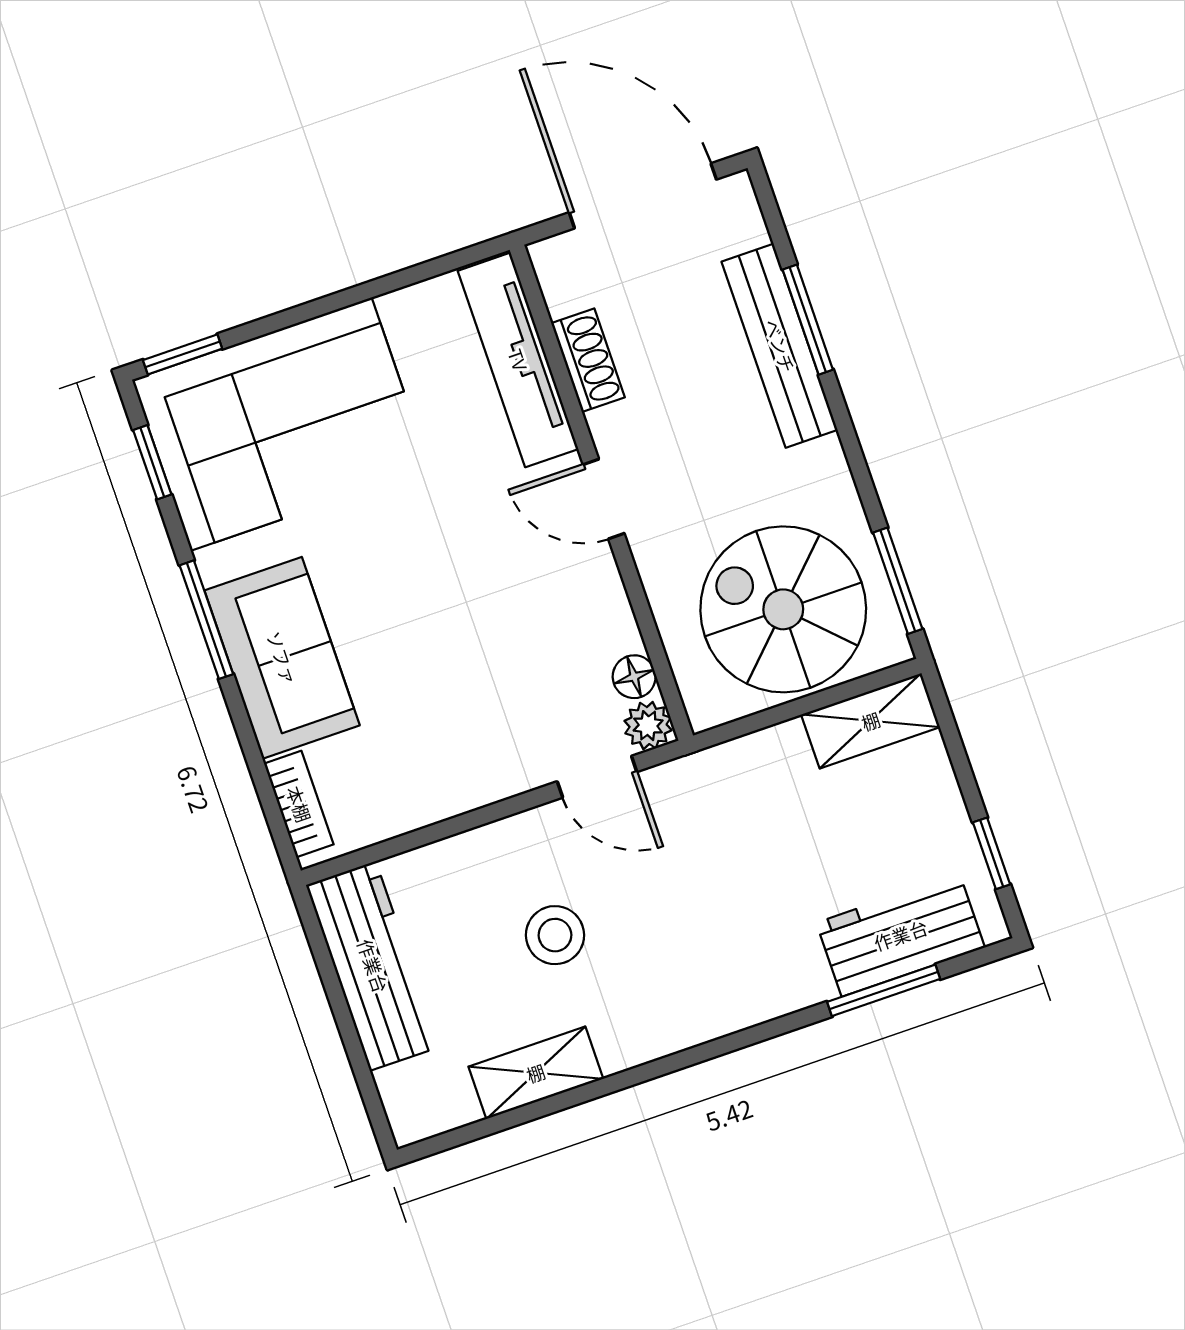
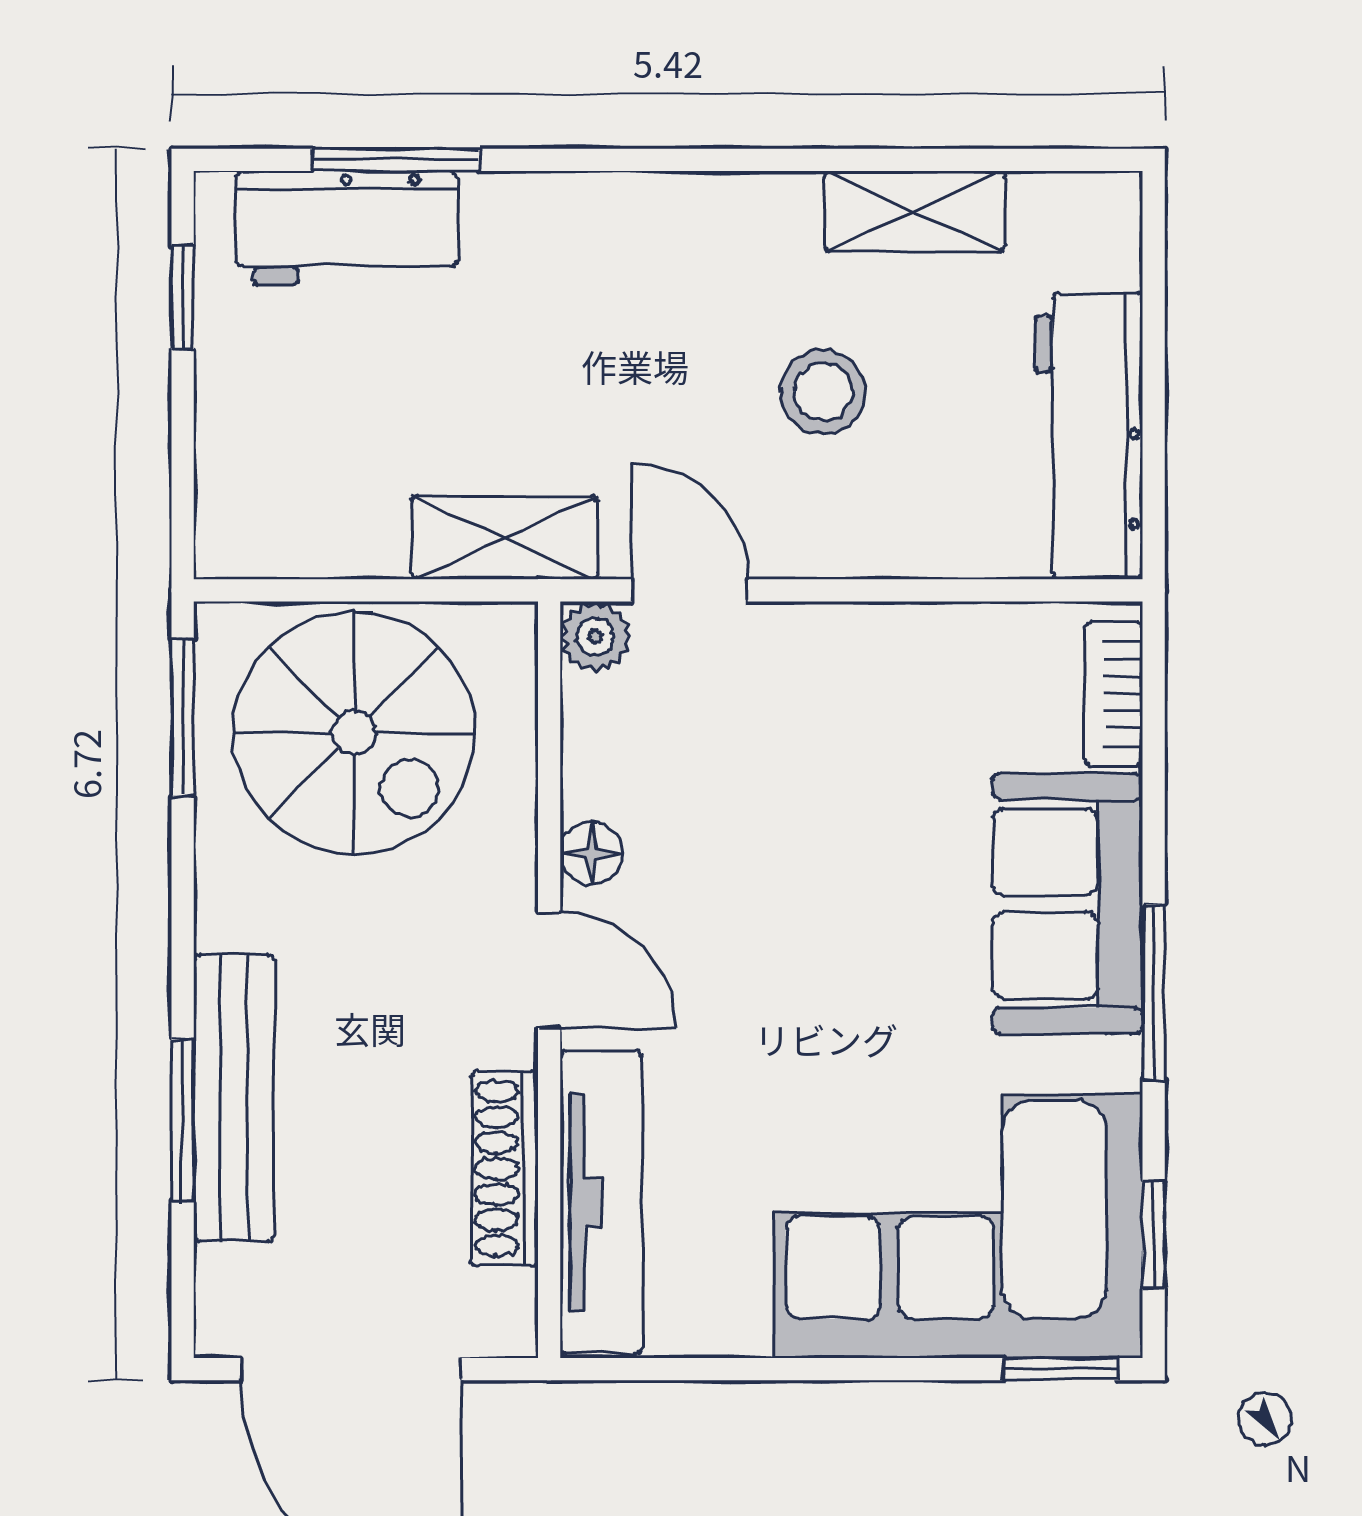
shoe rack: (588, 360) -> (505, 1169), width x1.43
floor lamp: (634, 677) -> (591, 853), moved
shelving: (871, 721) -> (504, 538), moved

